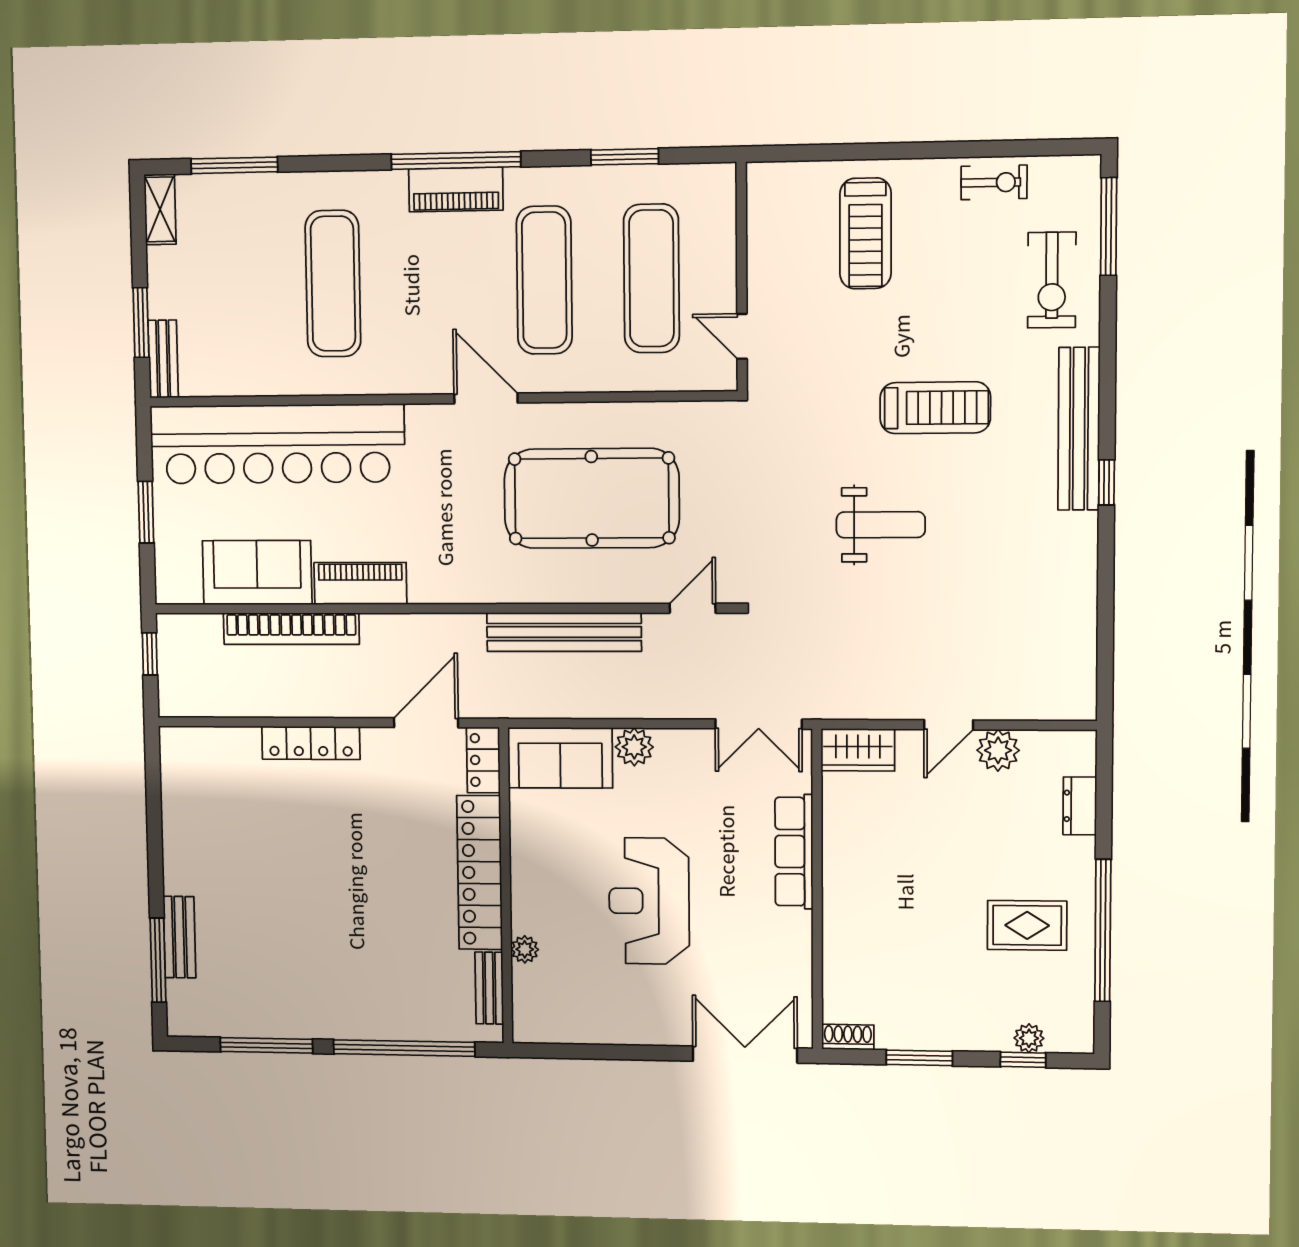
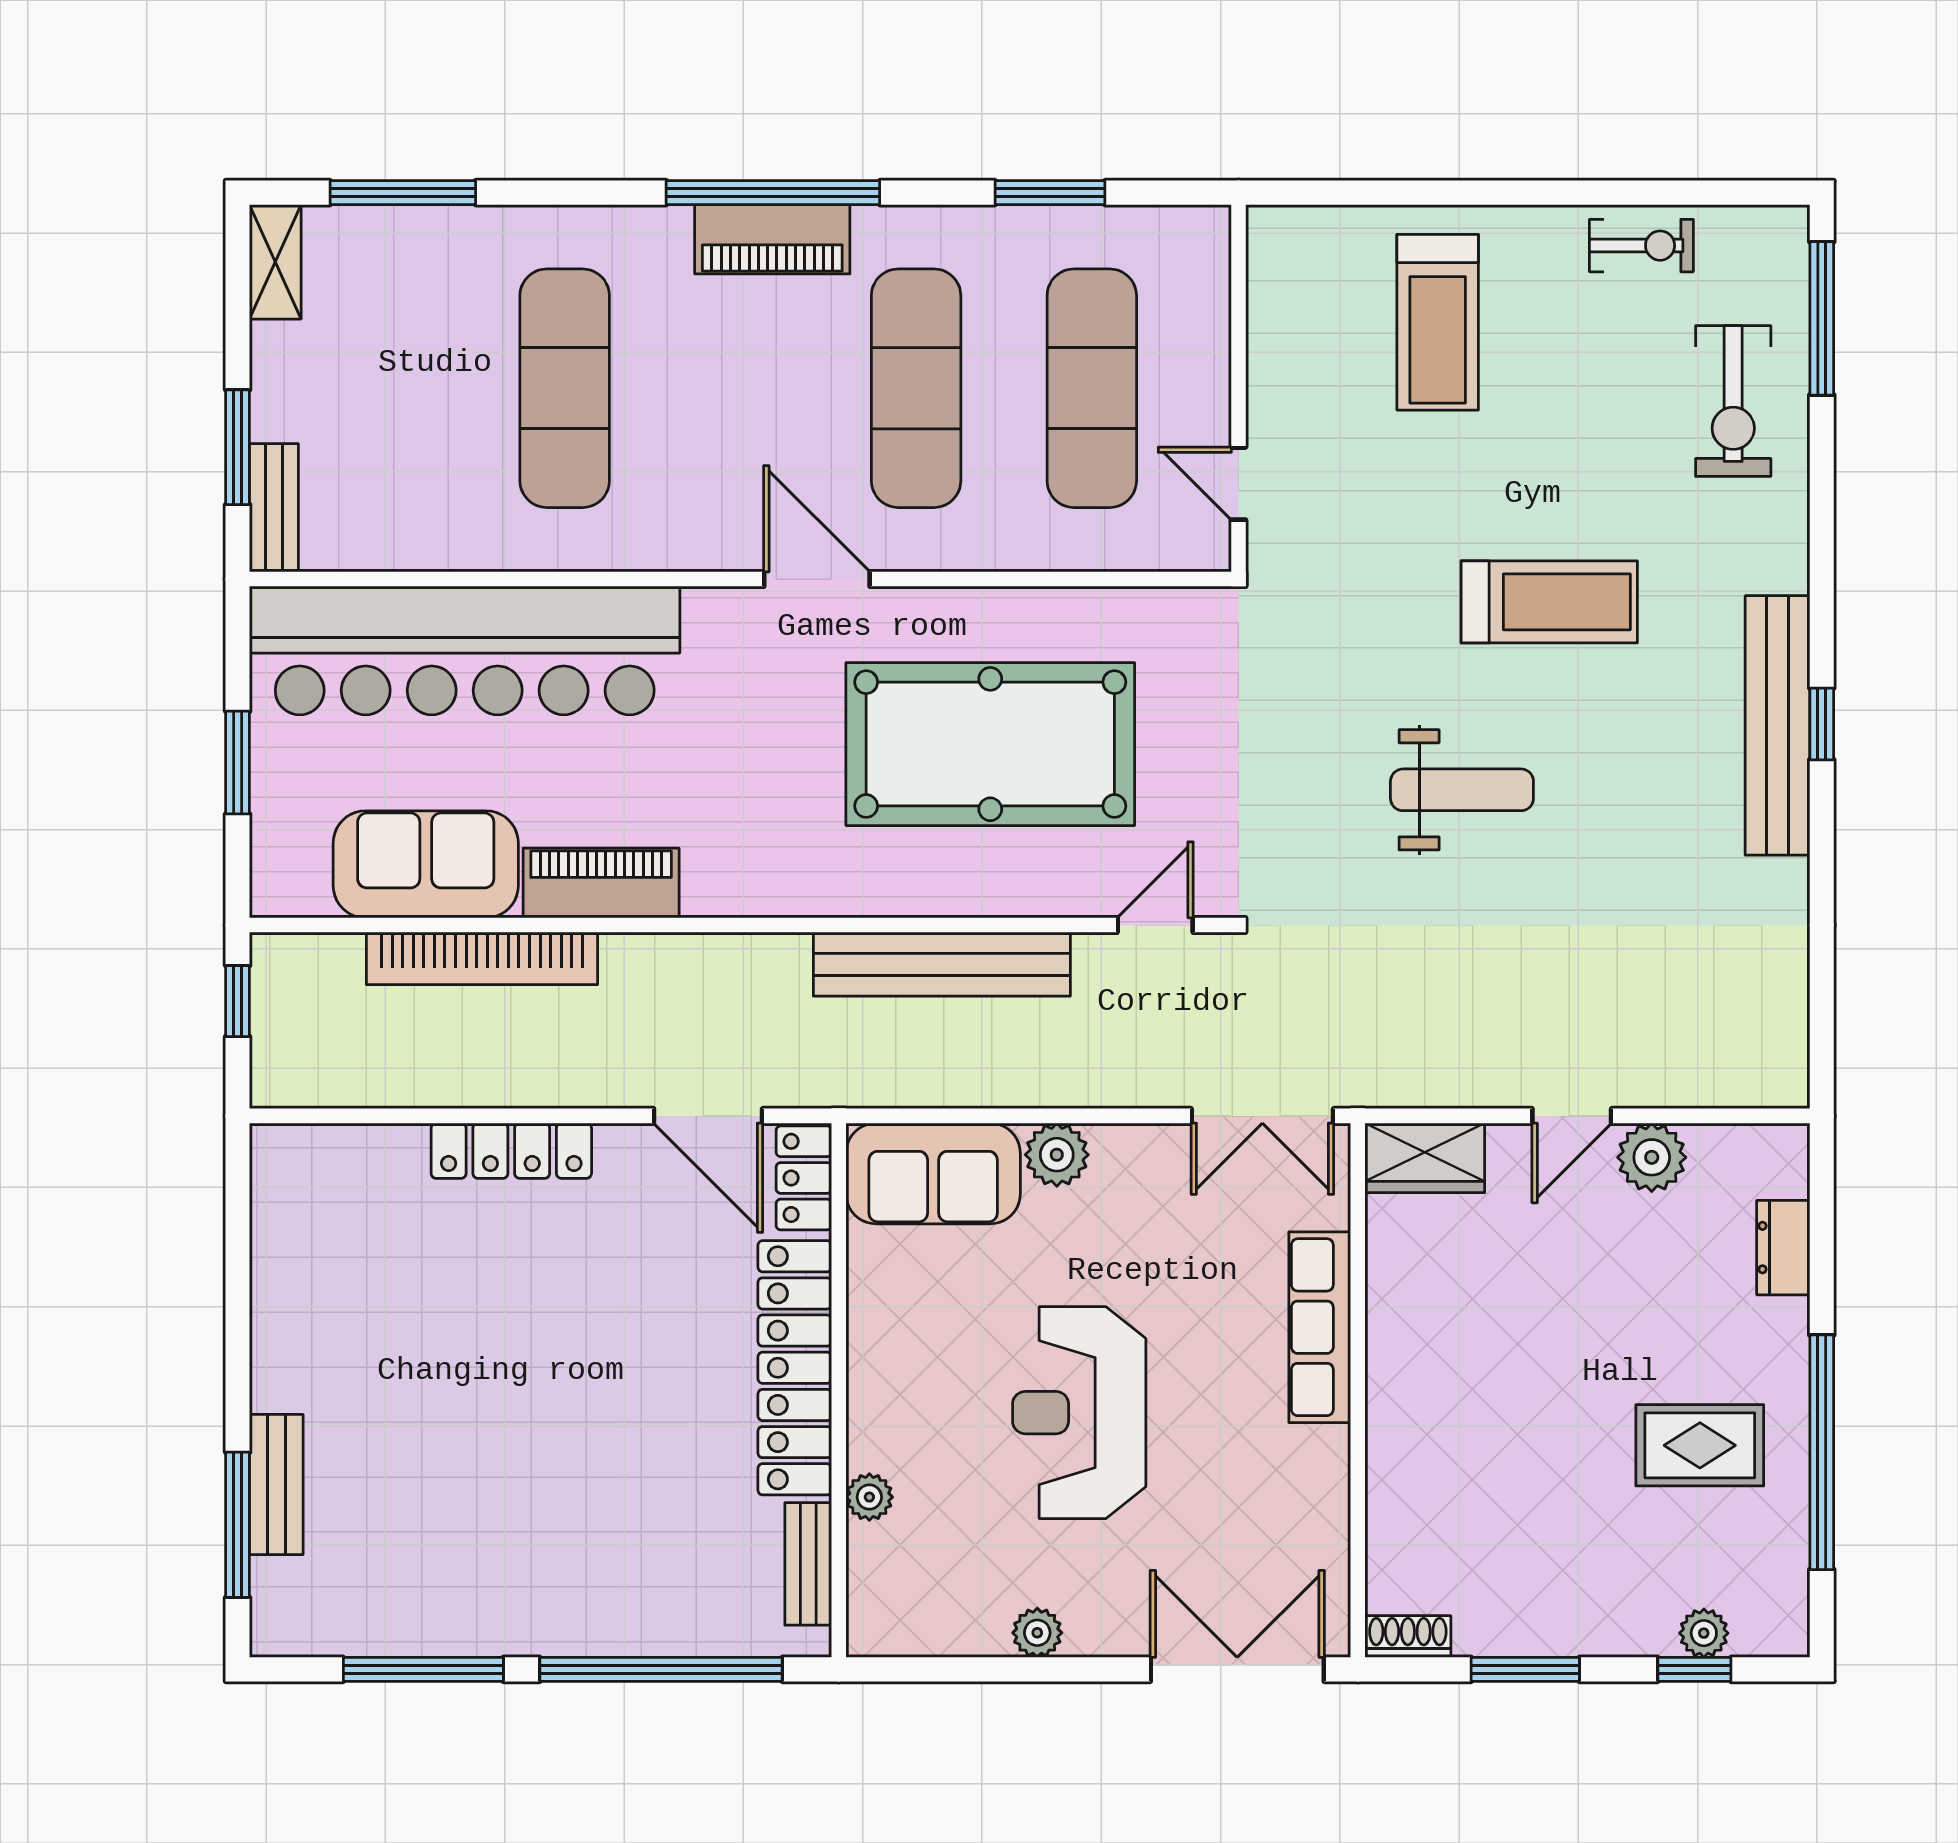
bench: (1079, 429) -> (1778, 725), moved
door: (426, 723) -> (708, 1116), swing flipped
plant: (625, 1031) -> (1037, 1633), added

